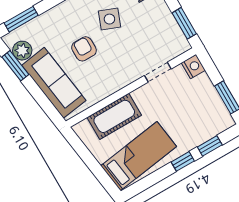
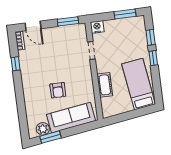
window: (21, 19) -> (23, 121), removed
side table: (109, 19) -> (46, 67), removed
armchair: (84, 49) -> (58, 90), turned -90
cot: (114, 116) -> (105, 85), width x0.73, depth x0.75

